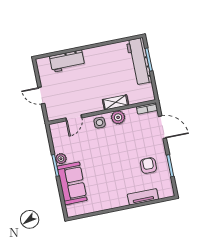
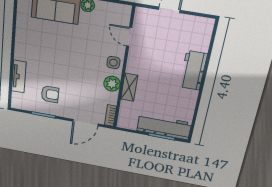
workbench: (67, 61) -> (193, 70), moved

